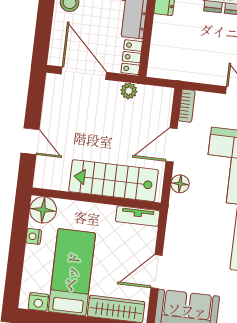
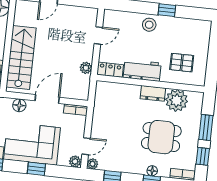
door: (84, 73) -> (98, 35), width x0.53
door: (172, 145) -> (47, 99), hinge flipped

